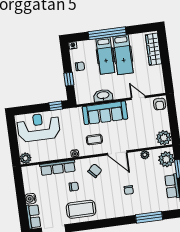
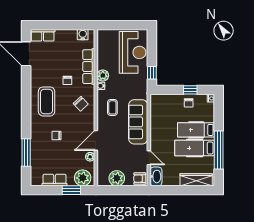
window: (107, 33) -> (219, 150), moved
window: (69, 79) -> (190, 90), moved
washbasin: (103, 95) -> (156, 176), moved
door: (138, 98) -> (149, 158), hinge flipped
plant: (164, 138) -> (117, 178), moved
door: (117, 153) -> (96, 140), moved
plant: (26, 158) -> (103, 75), moved
water cooler: (30, 199) -> (83, 35), moved
coffee table: (81, 209) -> (47, 101), moved

